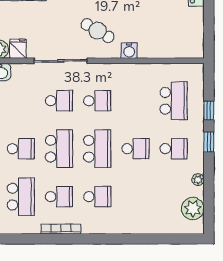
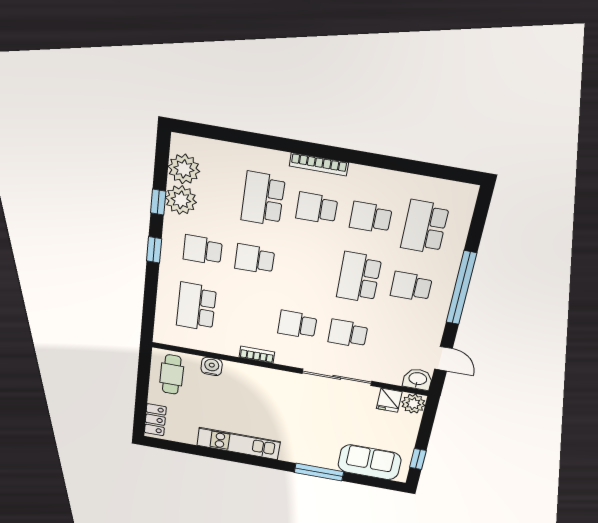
cafe table: (98, 31) -> (172, 375), moved, turned 60
water cooler: (129, 51) -> (212, 366), moved
bookcase: (124, 68) -> (257, 355), added
window: (209, 110) -> (158, 202), moved
school desk: (97, 149) -> (263, 199), moved
plant: (198, 180) -> (181, 200), width x1.88, depth x1.88
bookcase: (61, 229) -> (319, 164), moved

